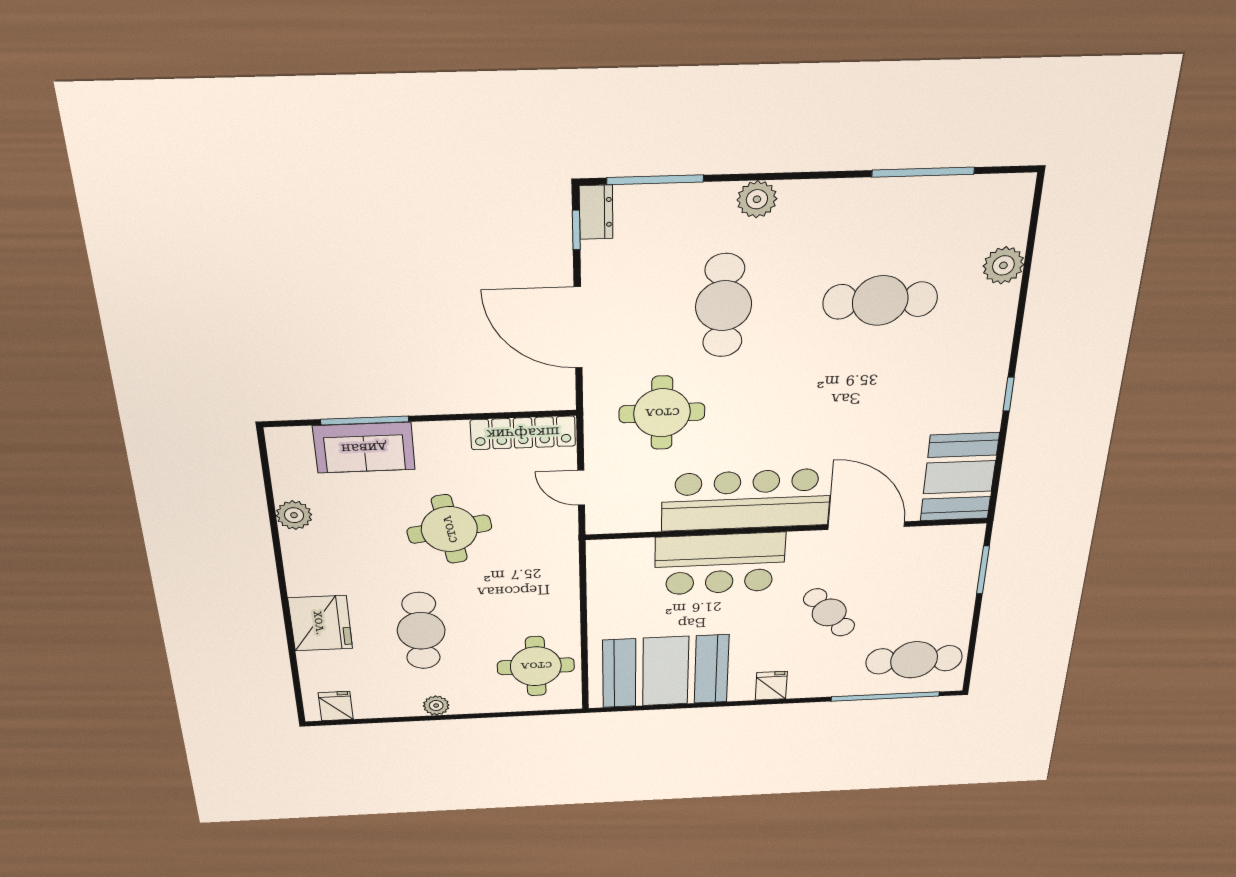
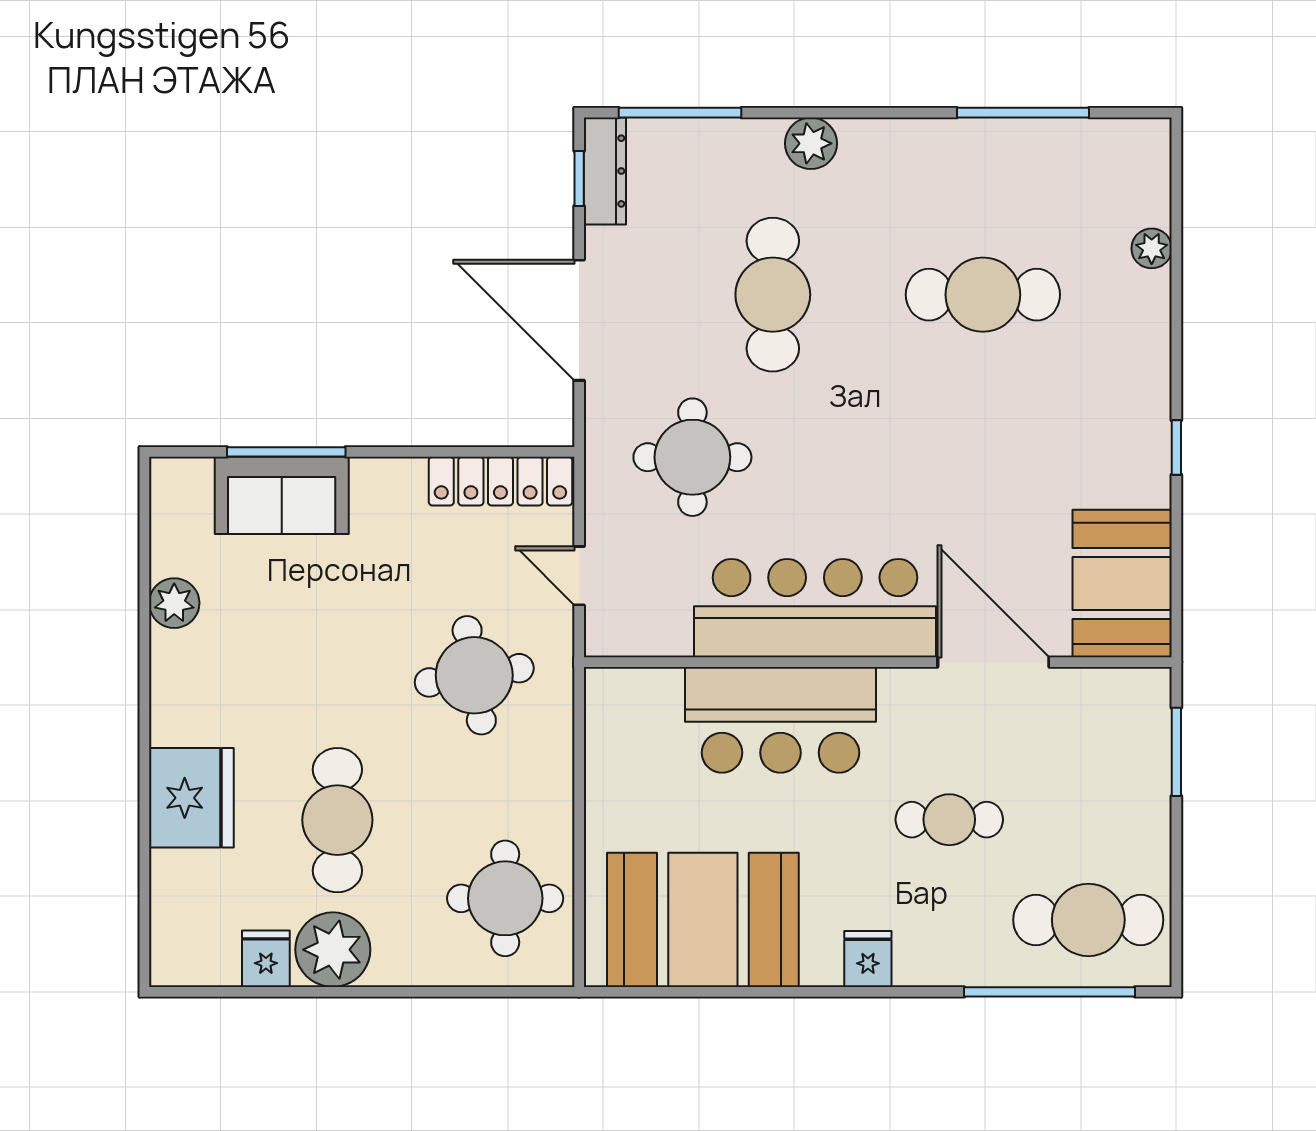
dresser: (596, 212) -> (605, 171), width x1.44
plant: (1003, 265) -> (1152, 248), width x0.73, depth x0.73
round table: (449, 529) -> (474, 675), moved
cafe table: (829, 612) -> (949, 820), turned -52
plant: (436, 705) -> (333, 950), width x1.88, depth x1.88
fridge: (336, 706) -> (266, 959), moved

